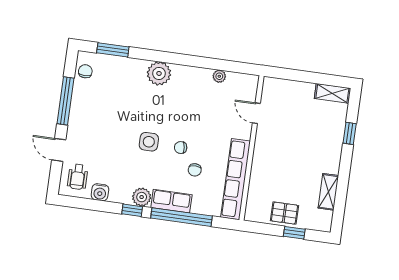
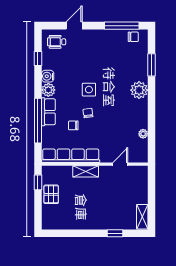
window: (113, 50) -> (151, 65), moved
window: (66, 101) -> (122, 26), moved
water cooler: (100, 192) -> (48, 76), moved
shelving: (328, 192) -> (86, 171), moved
window: (132, 210) -> (38, 59), moved
window: (294, 233) -> (38, 182), moved

